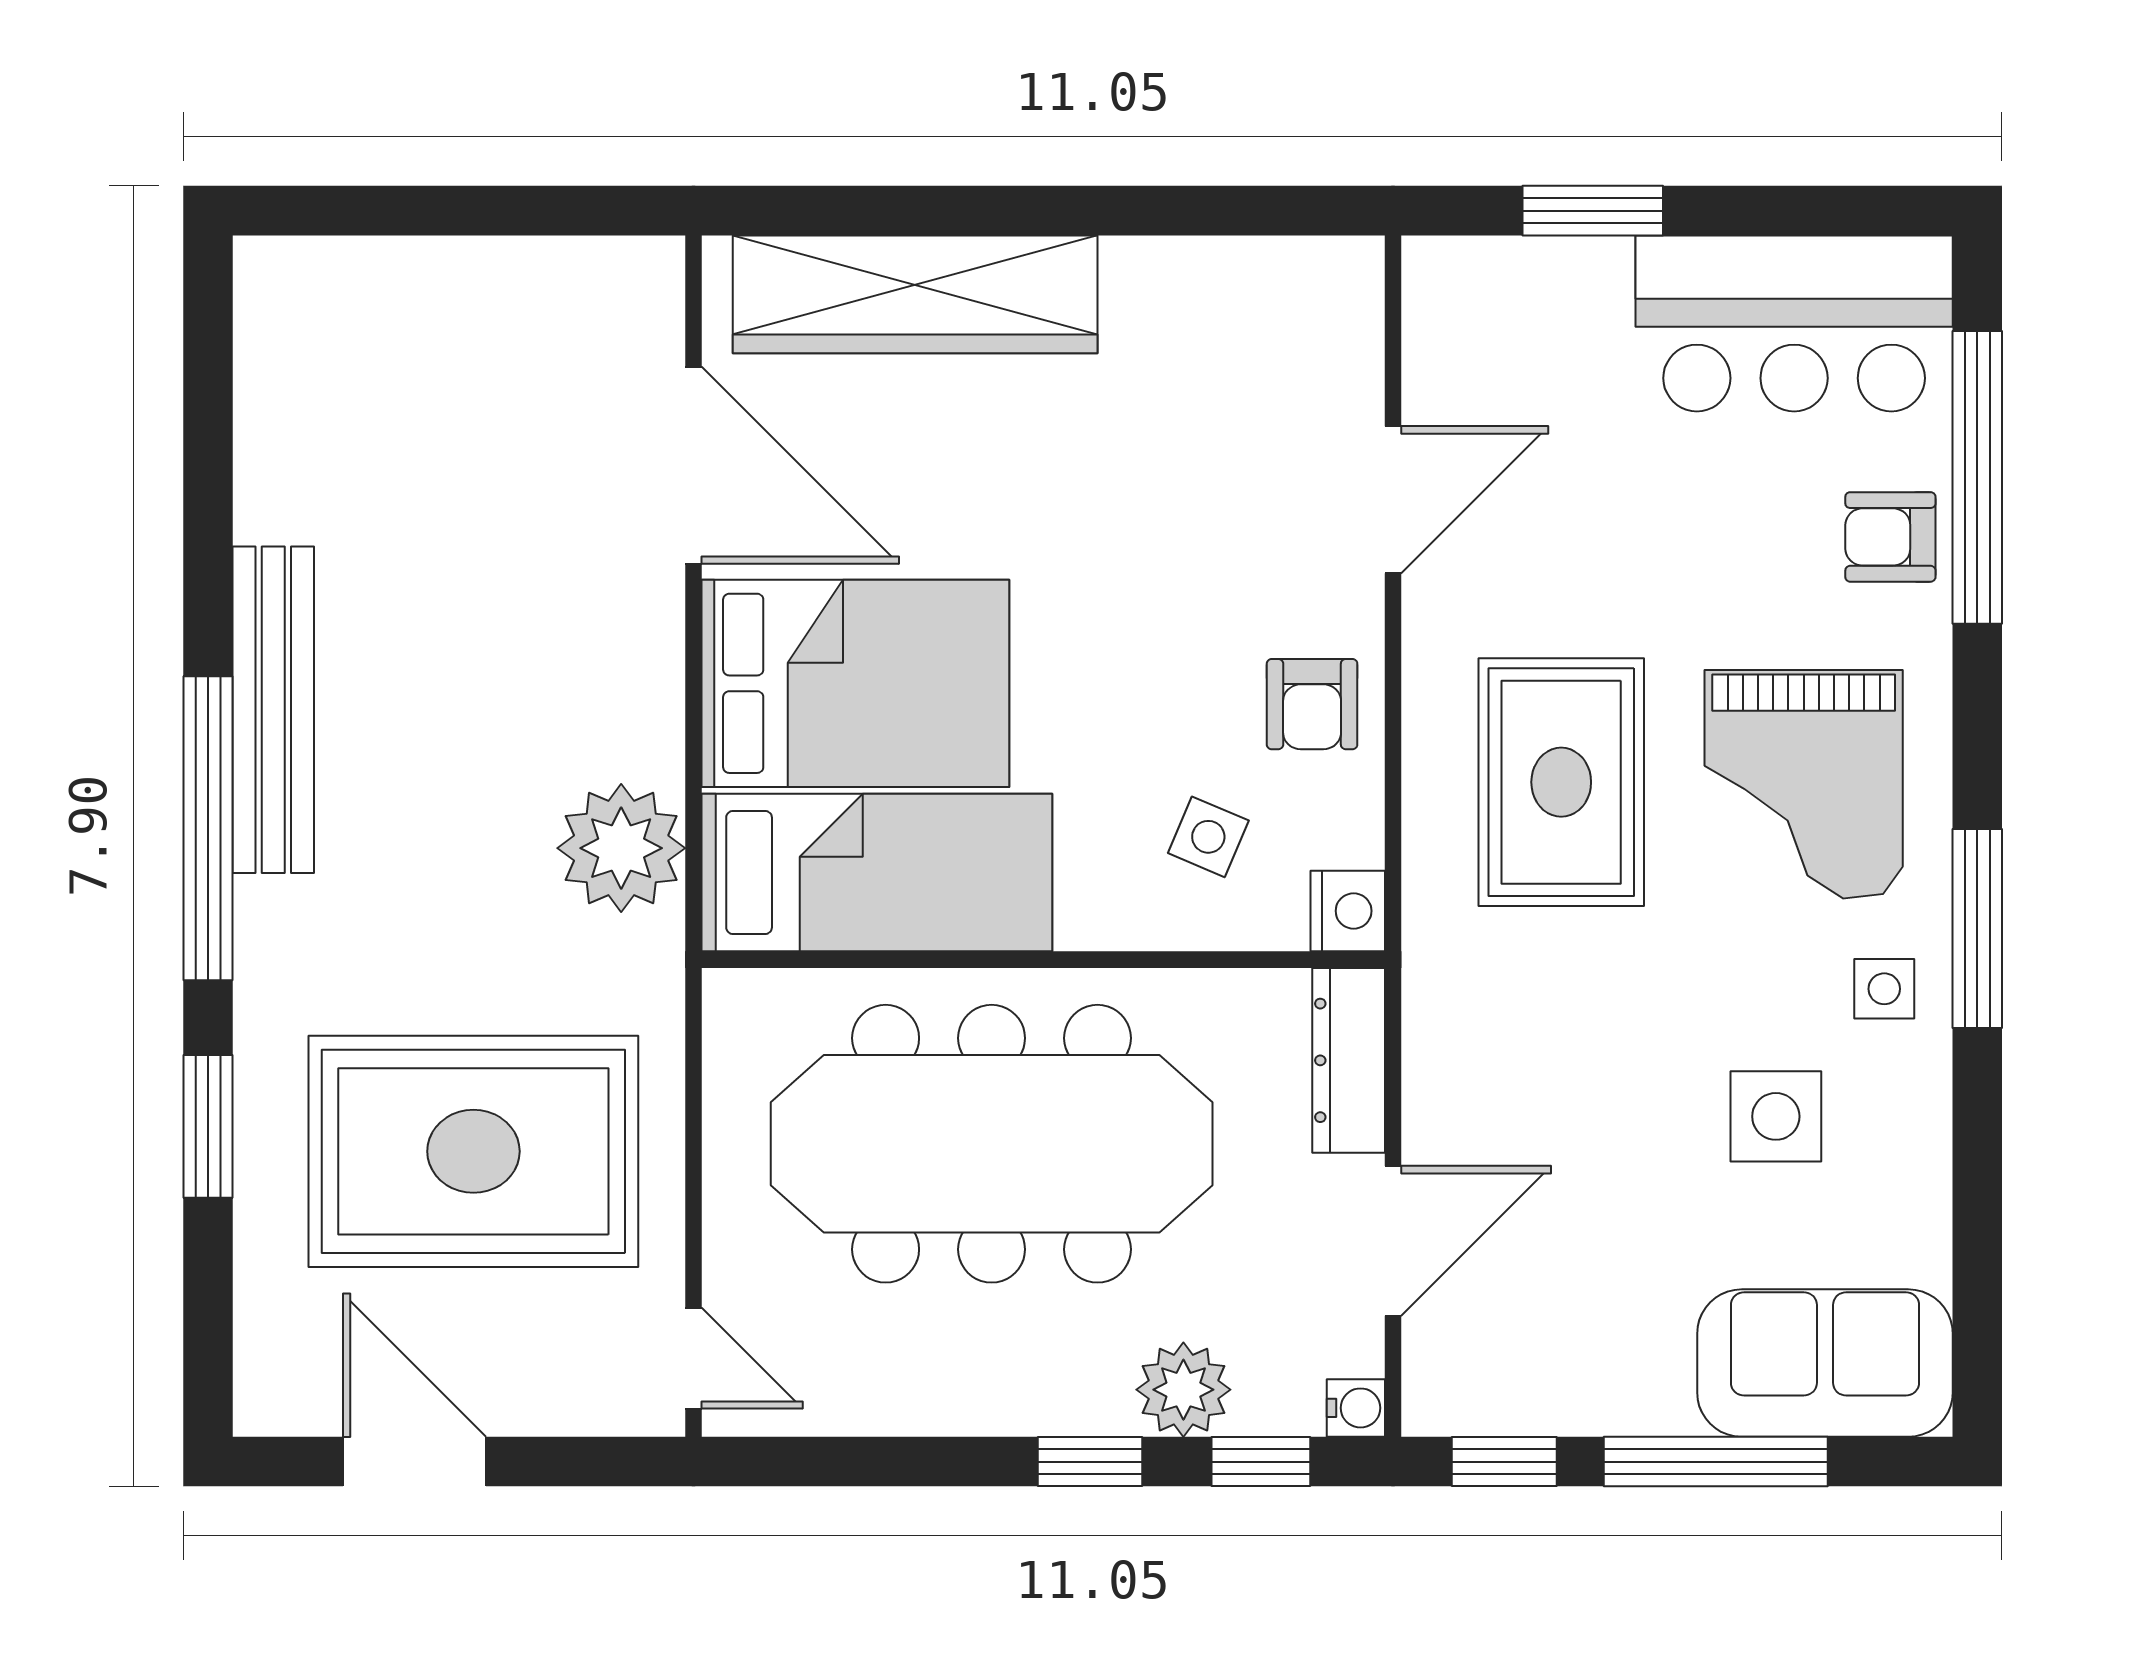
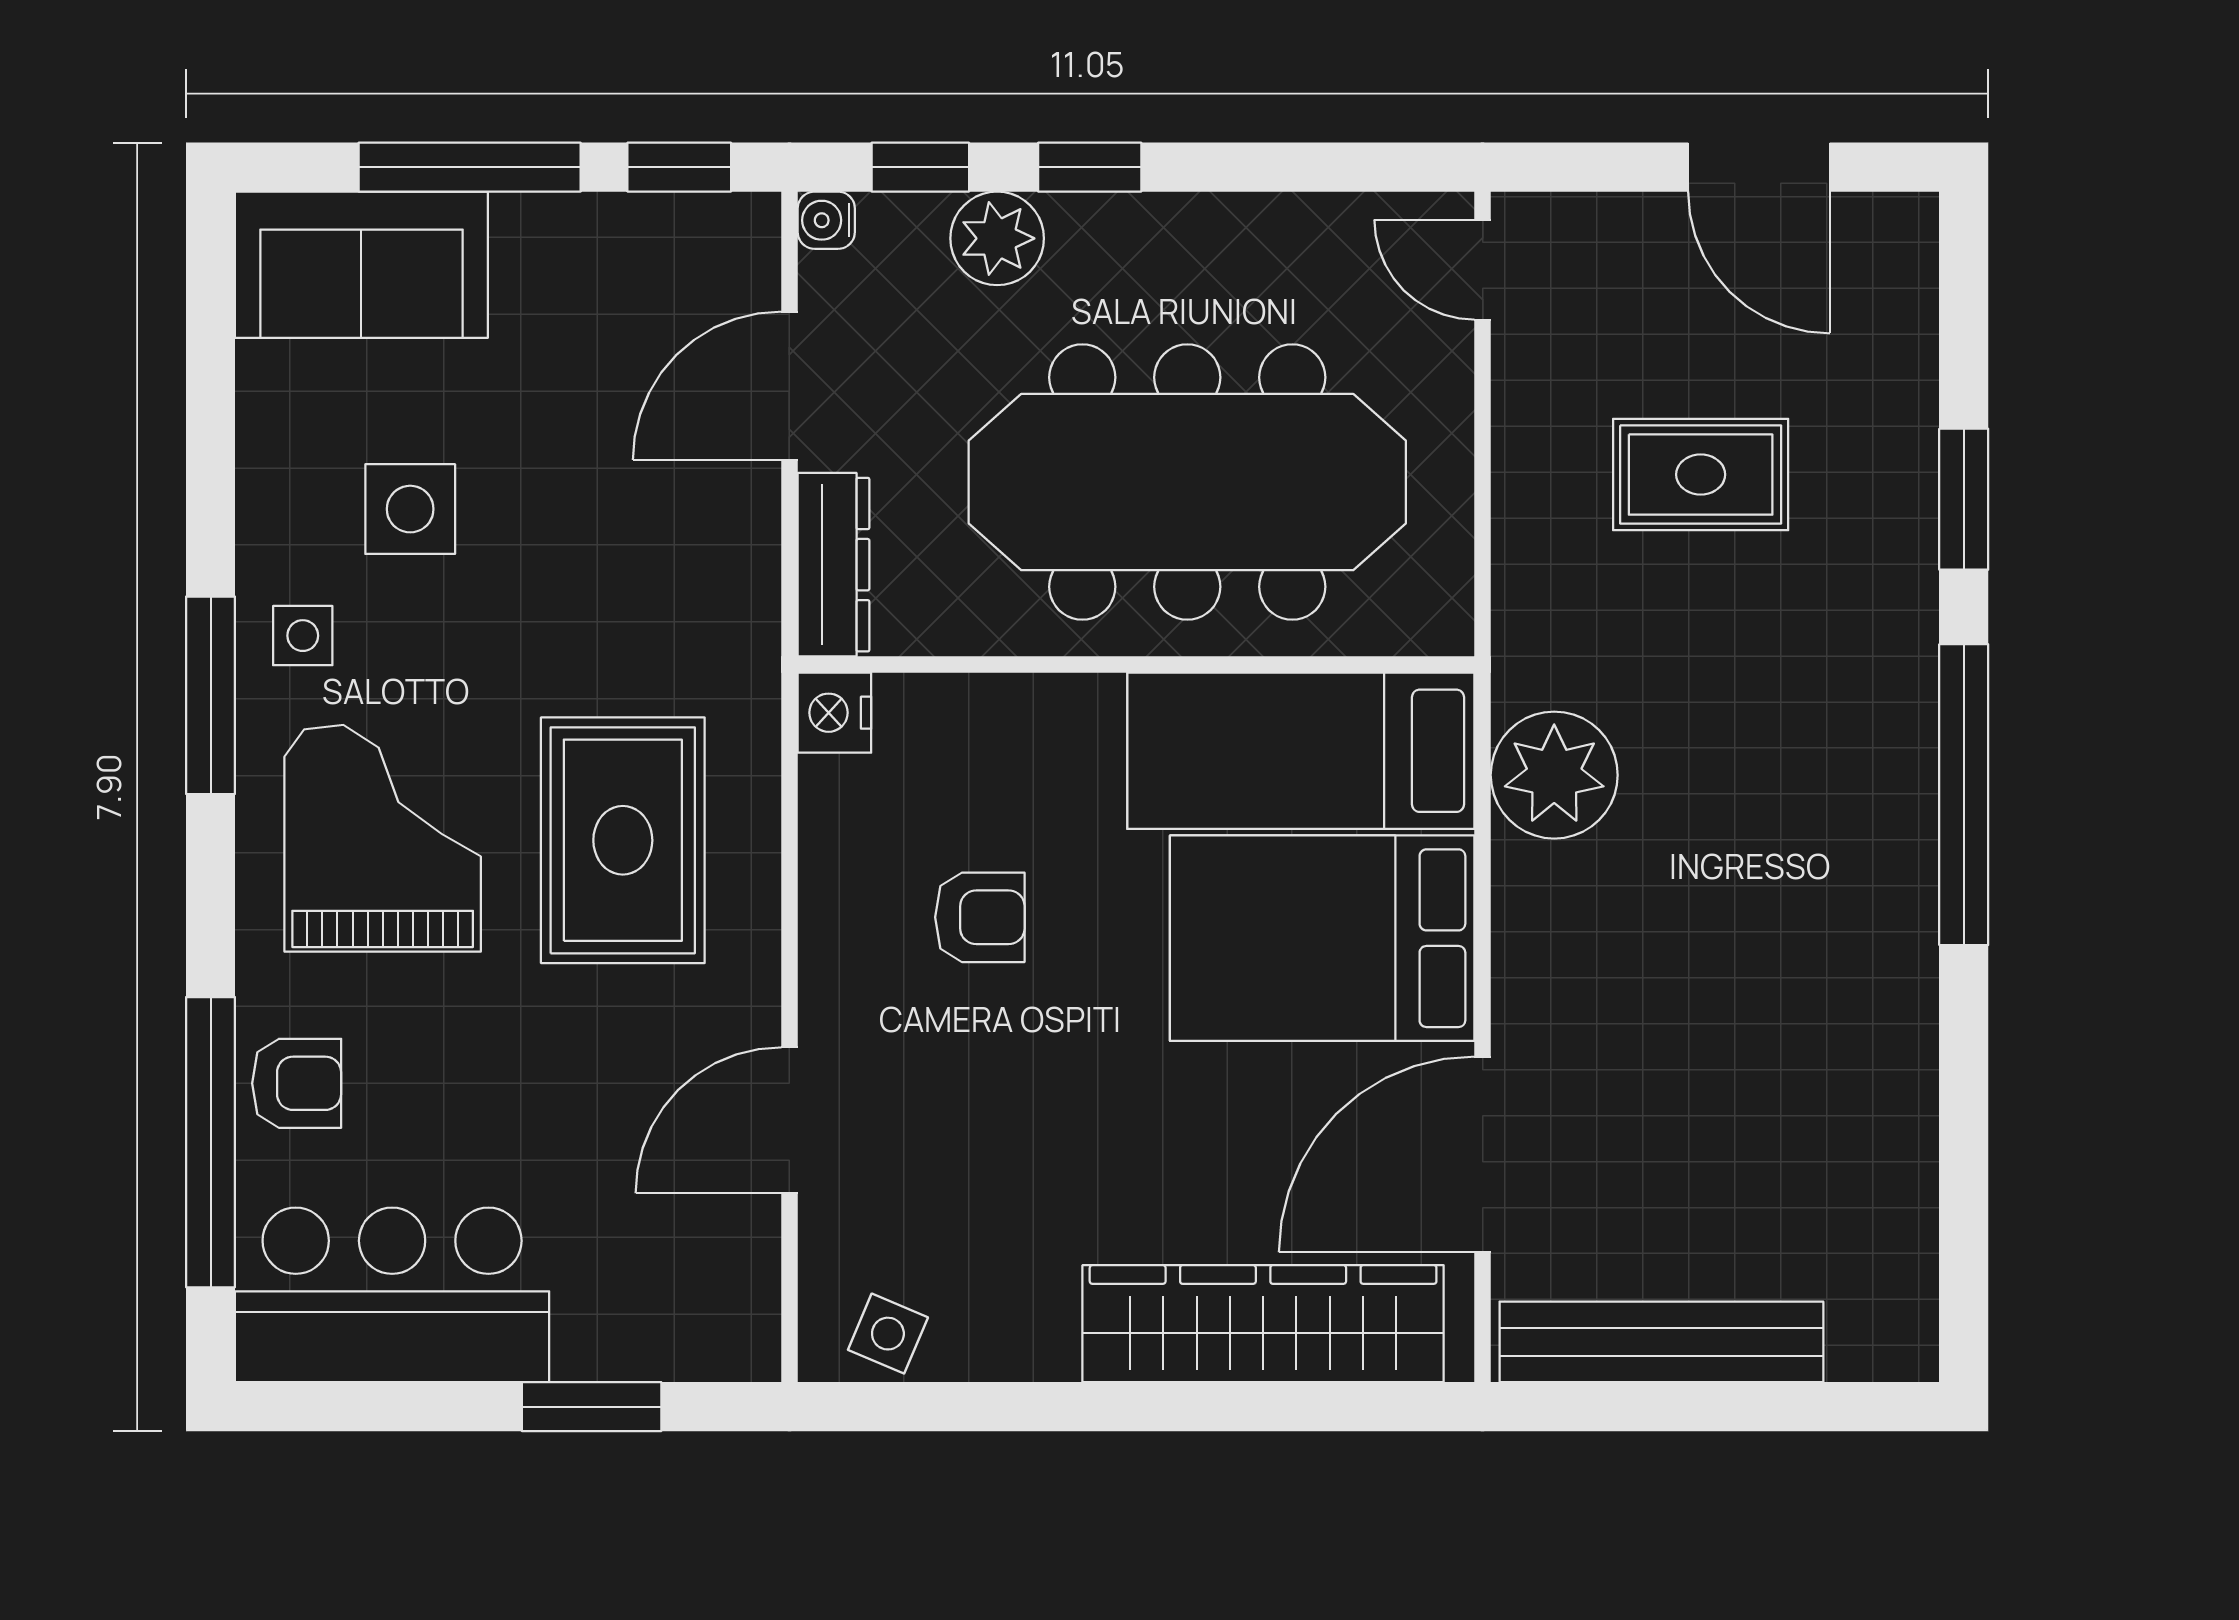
door: (694, 465) -> (1483, 1154), hinge flipped
armchair: (1312, 704) -> (980, 917), moved, turned 90
bench: (273, 710) -> (1661, 1342), moved, turned 90
side table: (1208, 837) -> (888, 1334), moved
rug: (473, 1151) -> (1701, 475), width x0.54, depth x0.49

